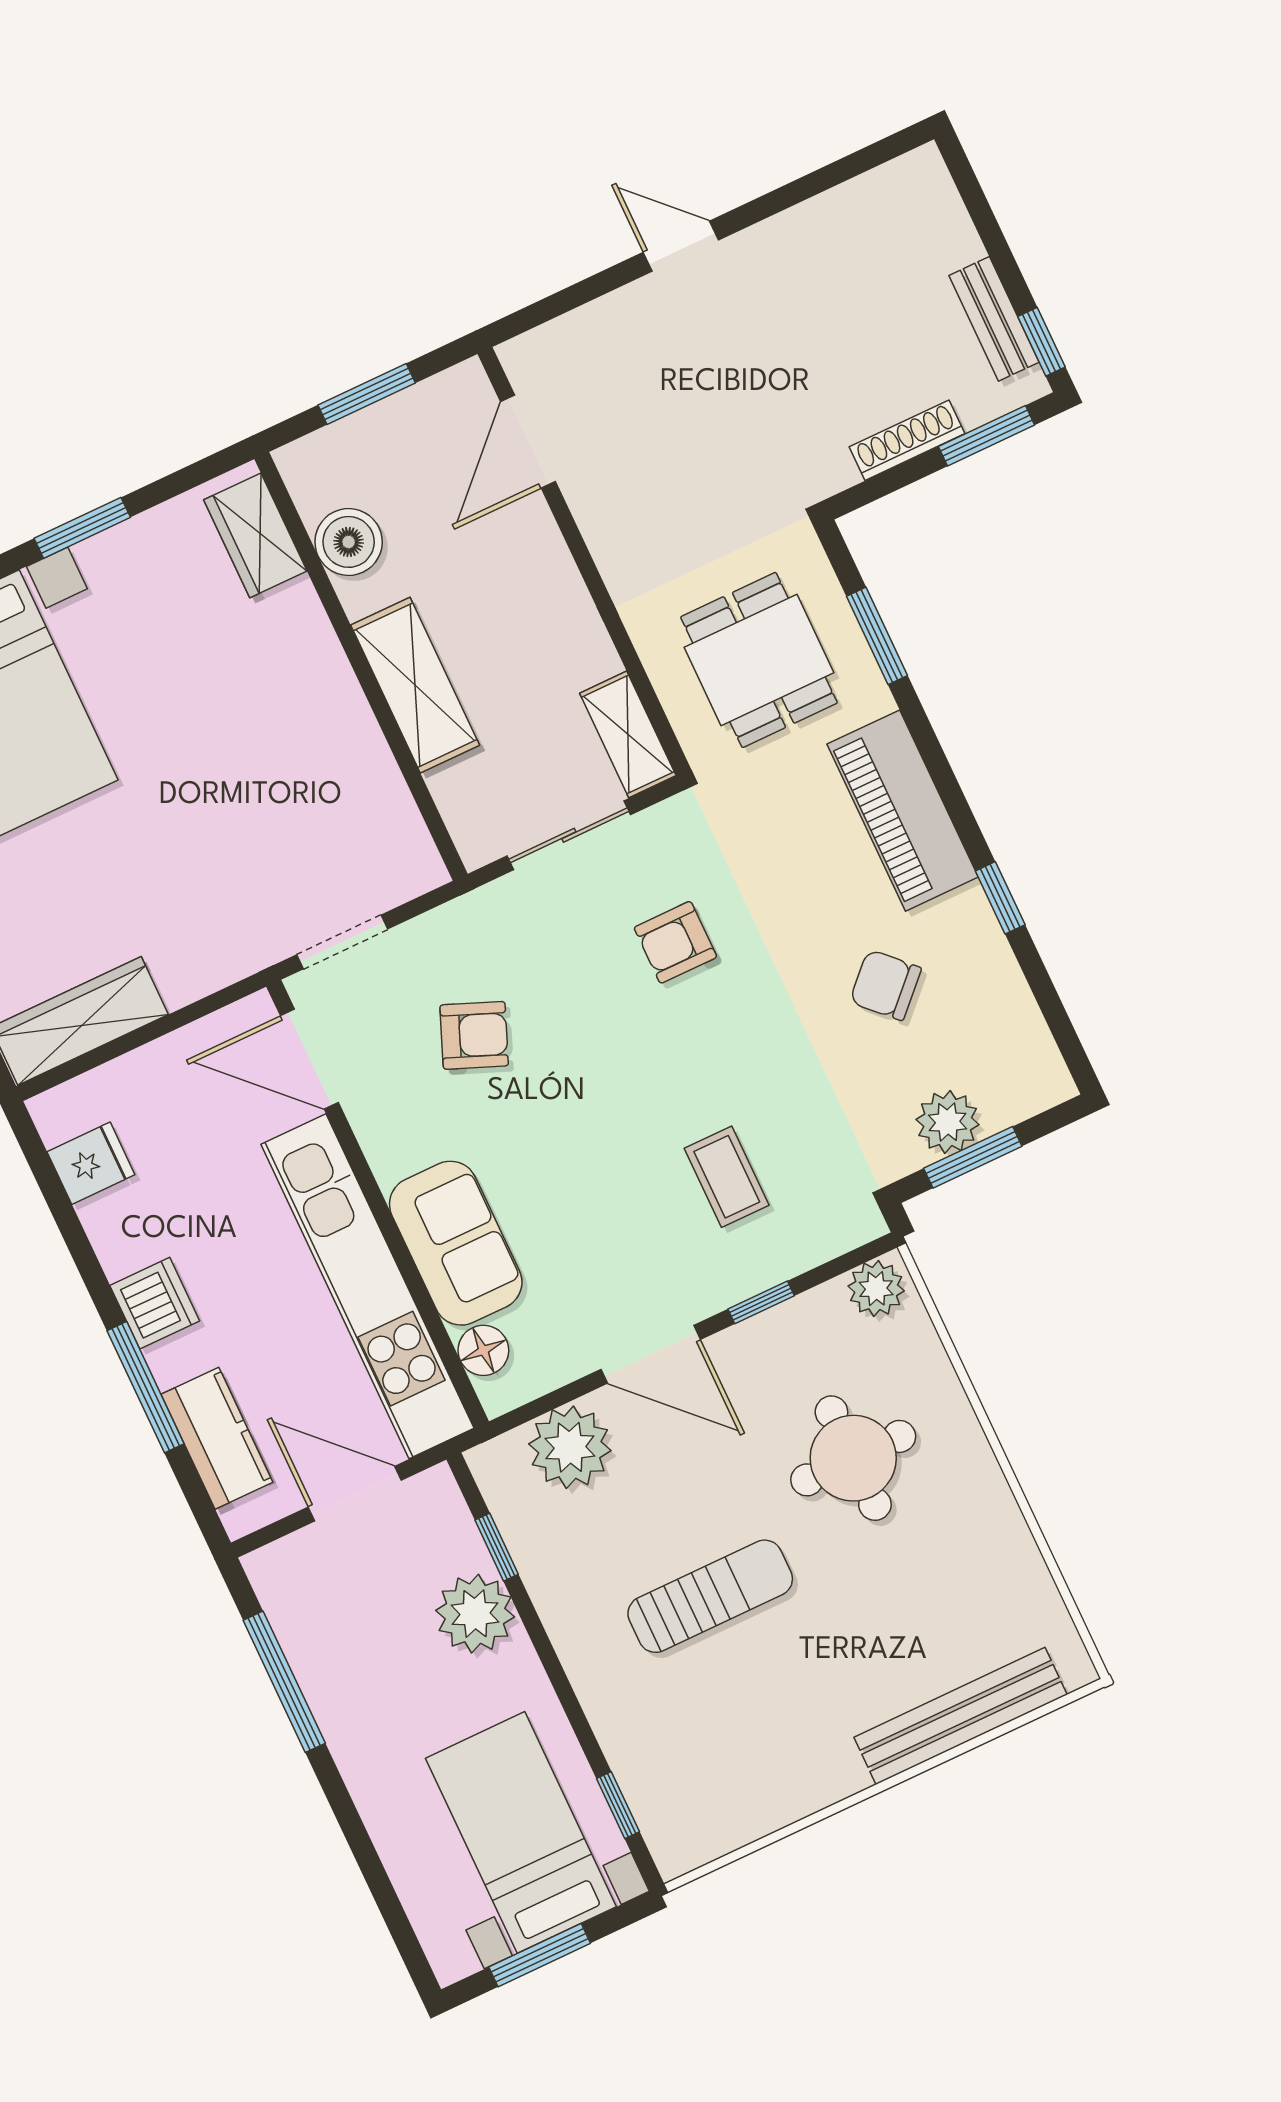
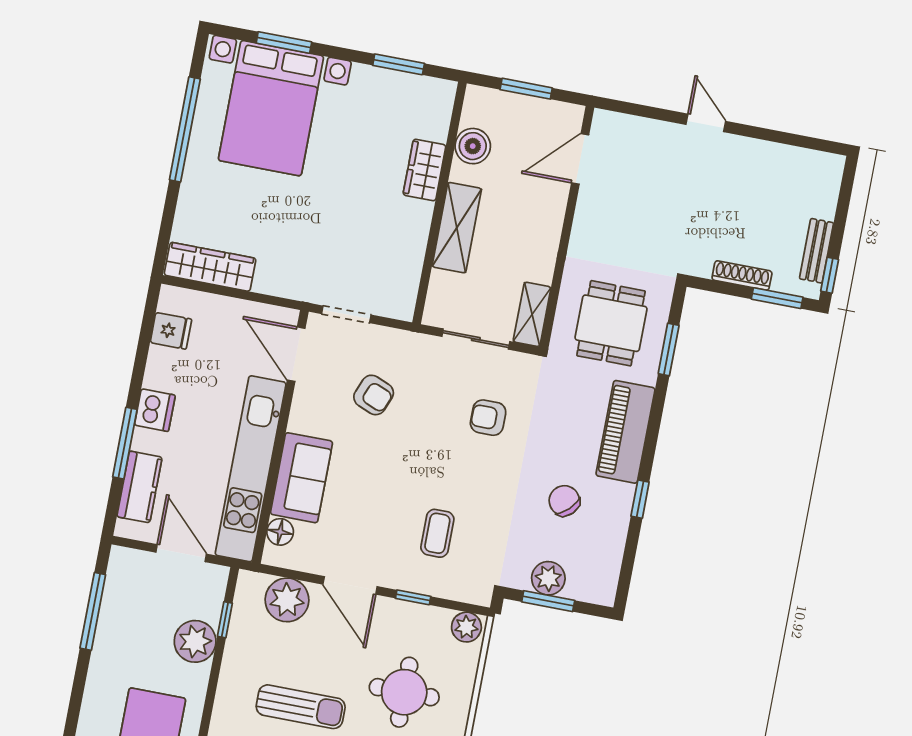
window: (82, 528) -> (399, 64), moved
wardrobe: (255, 535) -> (425, 170), moved

